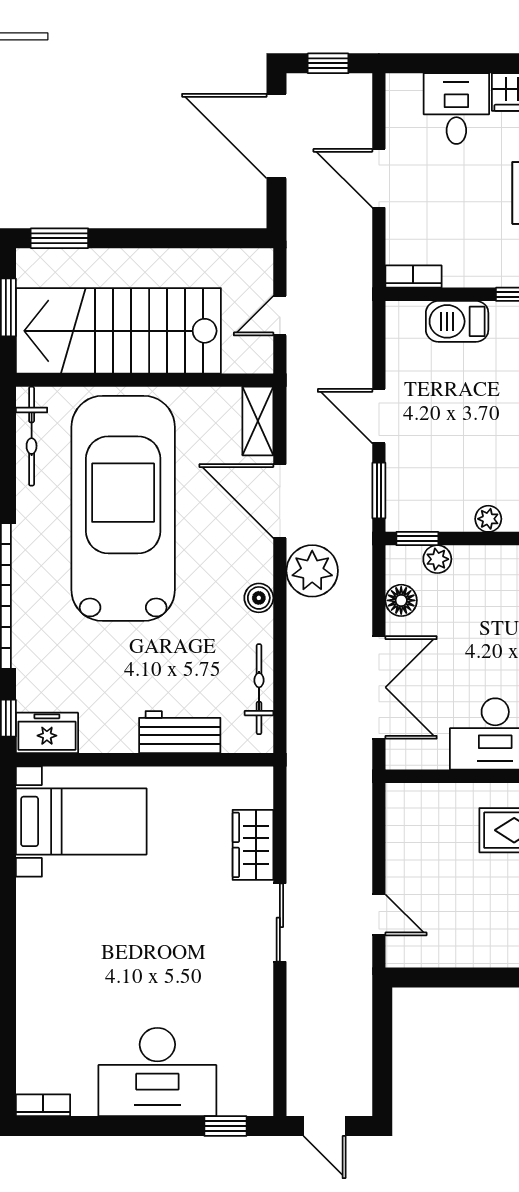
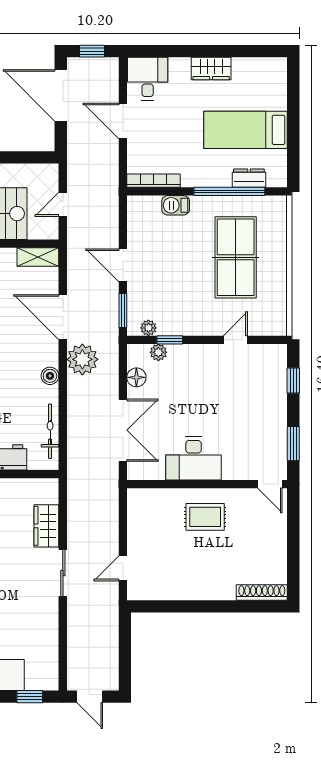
desk: (456, 109) -> (148, 79), moved
bookcase: (413, 277) -> (153, 181), width x1.56
barbecue: (457, 321) -> (176, 205), width x0.73, depth x0.79
shelving: (258, 421) -> (38, 257), moved, turned 90
plant: (488, 519) -> (148, 328), moved
window: (417, 539) -> (170, 340), moved
door: (379, 915) -> (123, 568), swing flipped

